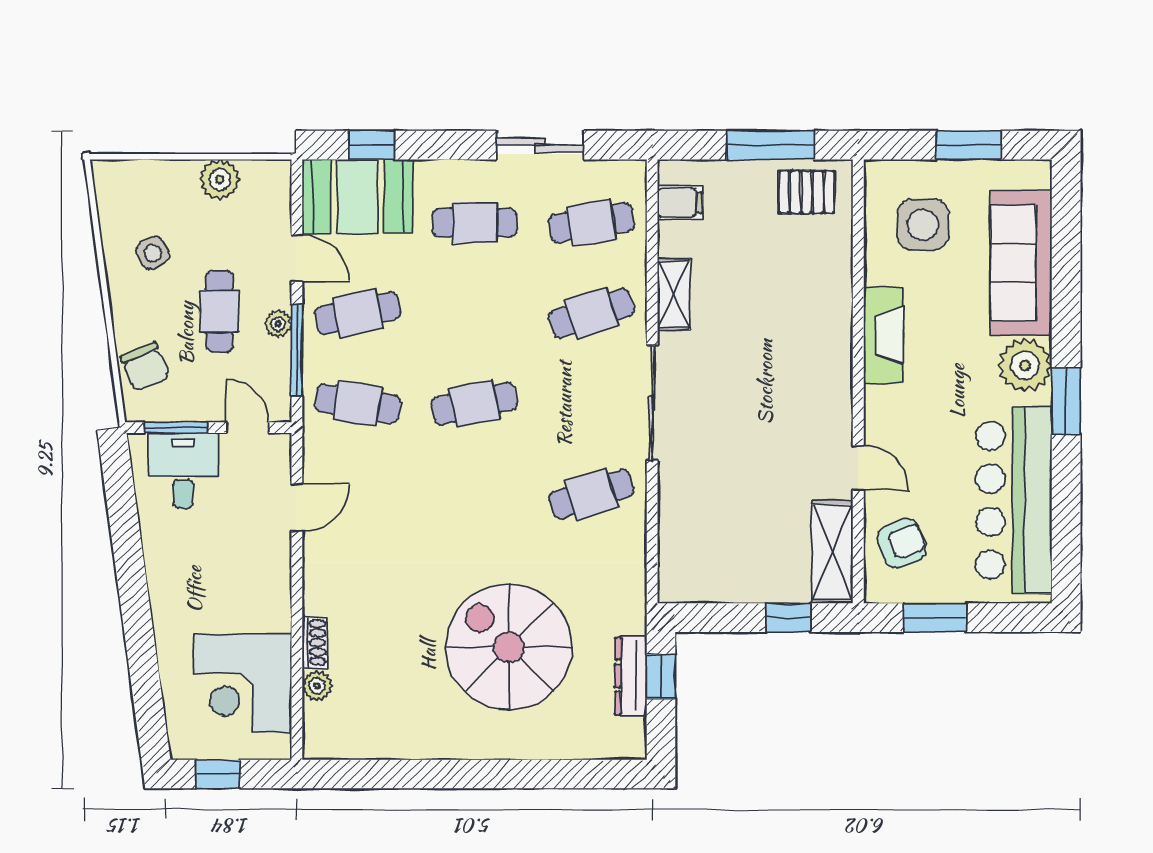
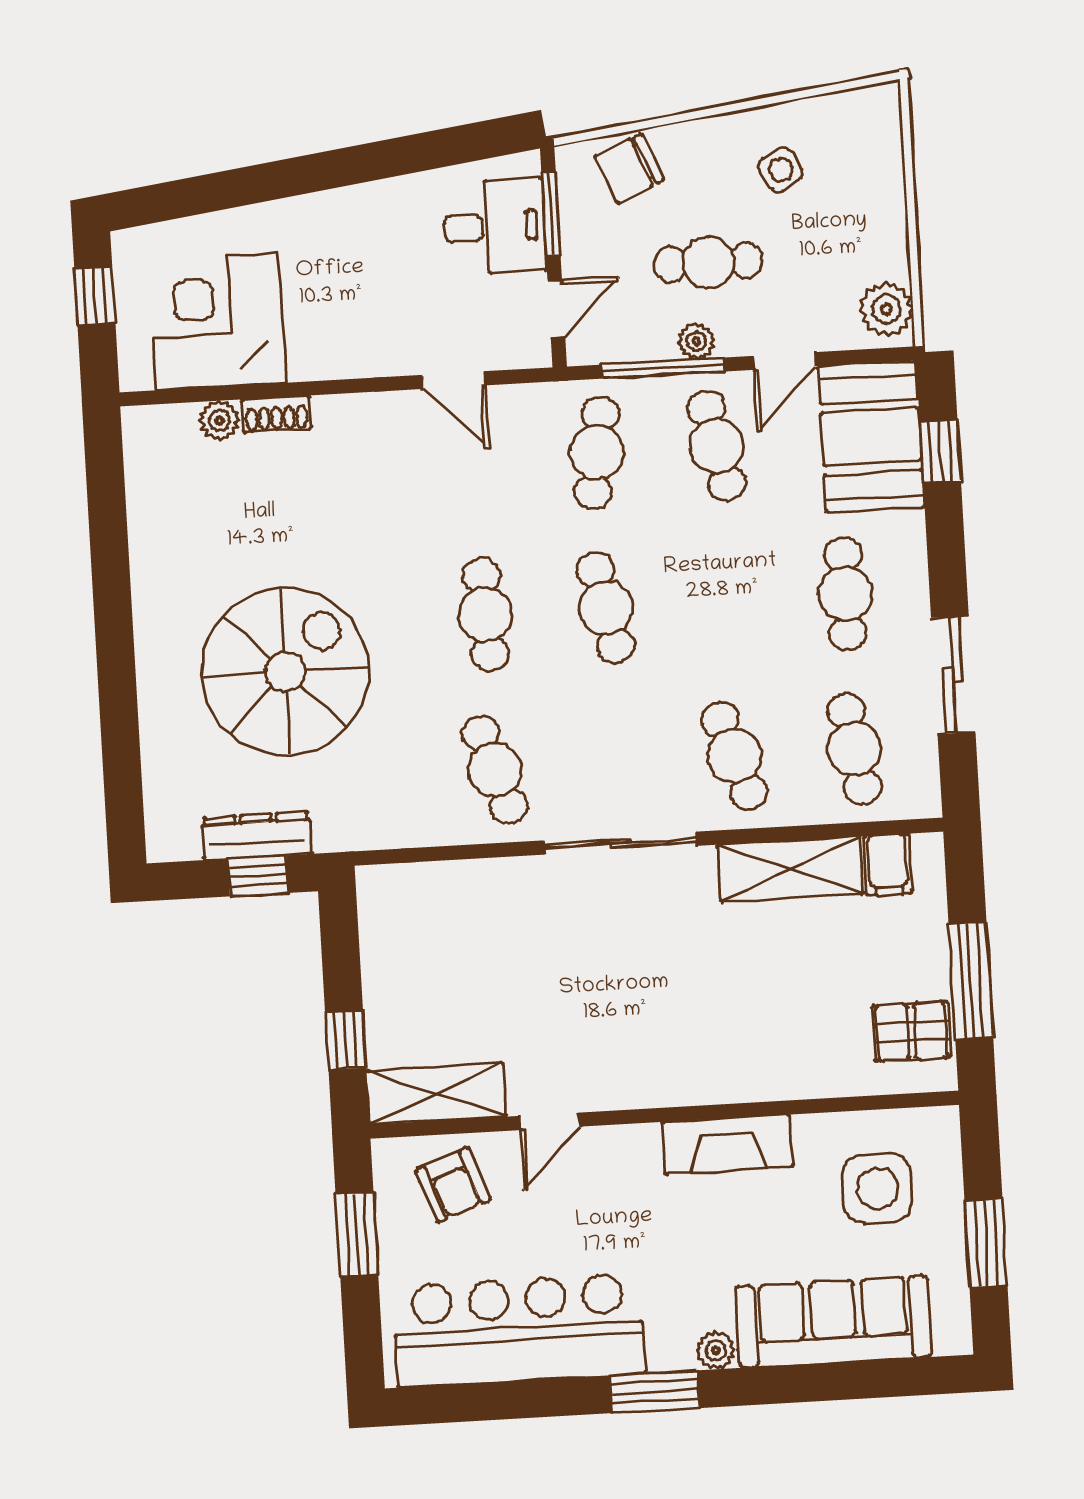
plant: (220, 179) -> (886, 309), moved
pallet: (807, 192) -> (911, 1032), turned 90
shelving: (674, 294) -> (790, 869), width x1.50, depth x1.33
plant: (1025, 365) -> (716, 1350), width x0.53, depth x0.53
cafe table: (474, 494) -> (486, 615), added

